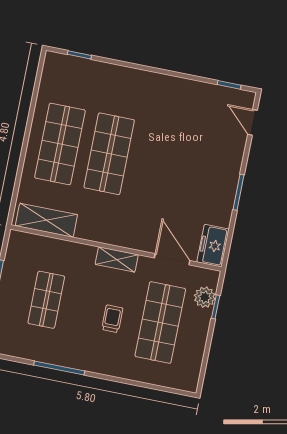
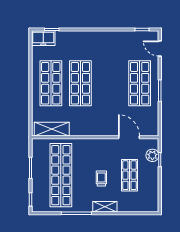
shop shelf: (207, 173) -> (140, 83), added
freezer: (213, 246) -> (43, 38), moved, turned -90
shelving: (117, 259) -> (105, 207), moved
shop shelf: (46, 300) -> (61, 175), width x2.00, depth x1.36
shop shelf: (160, 323) -> (130, 175), width x0.70, depth x0.74

